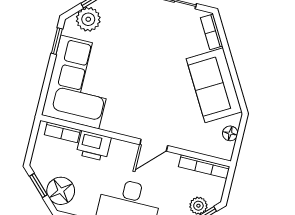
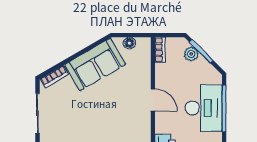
bookcase: (204, 167) -> (160, 50), width x0.64

